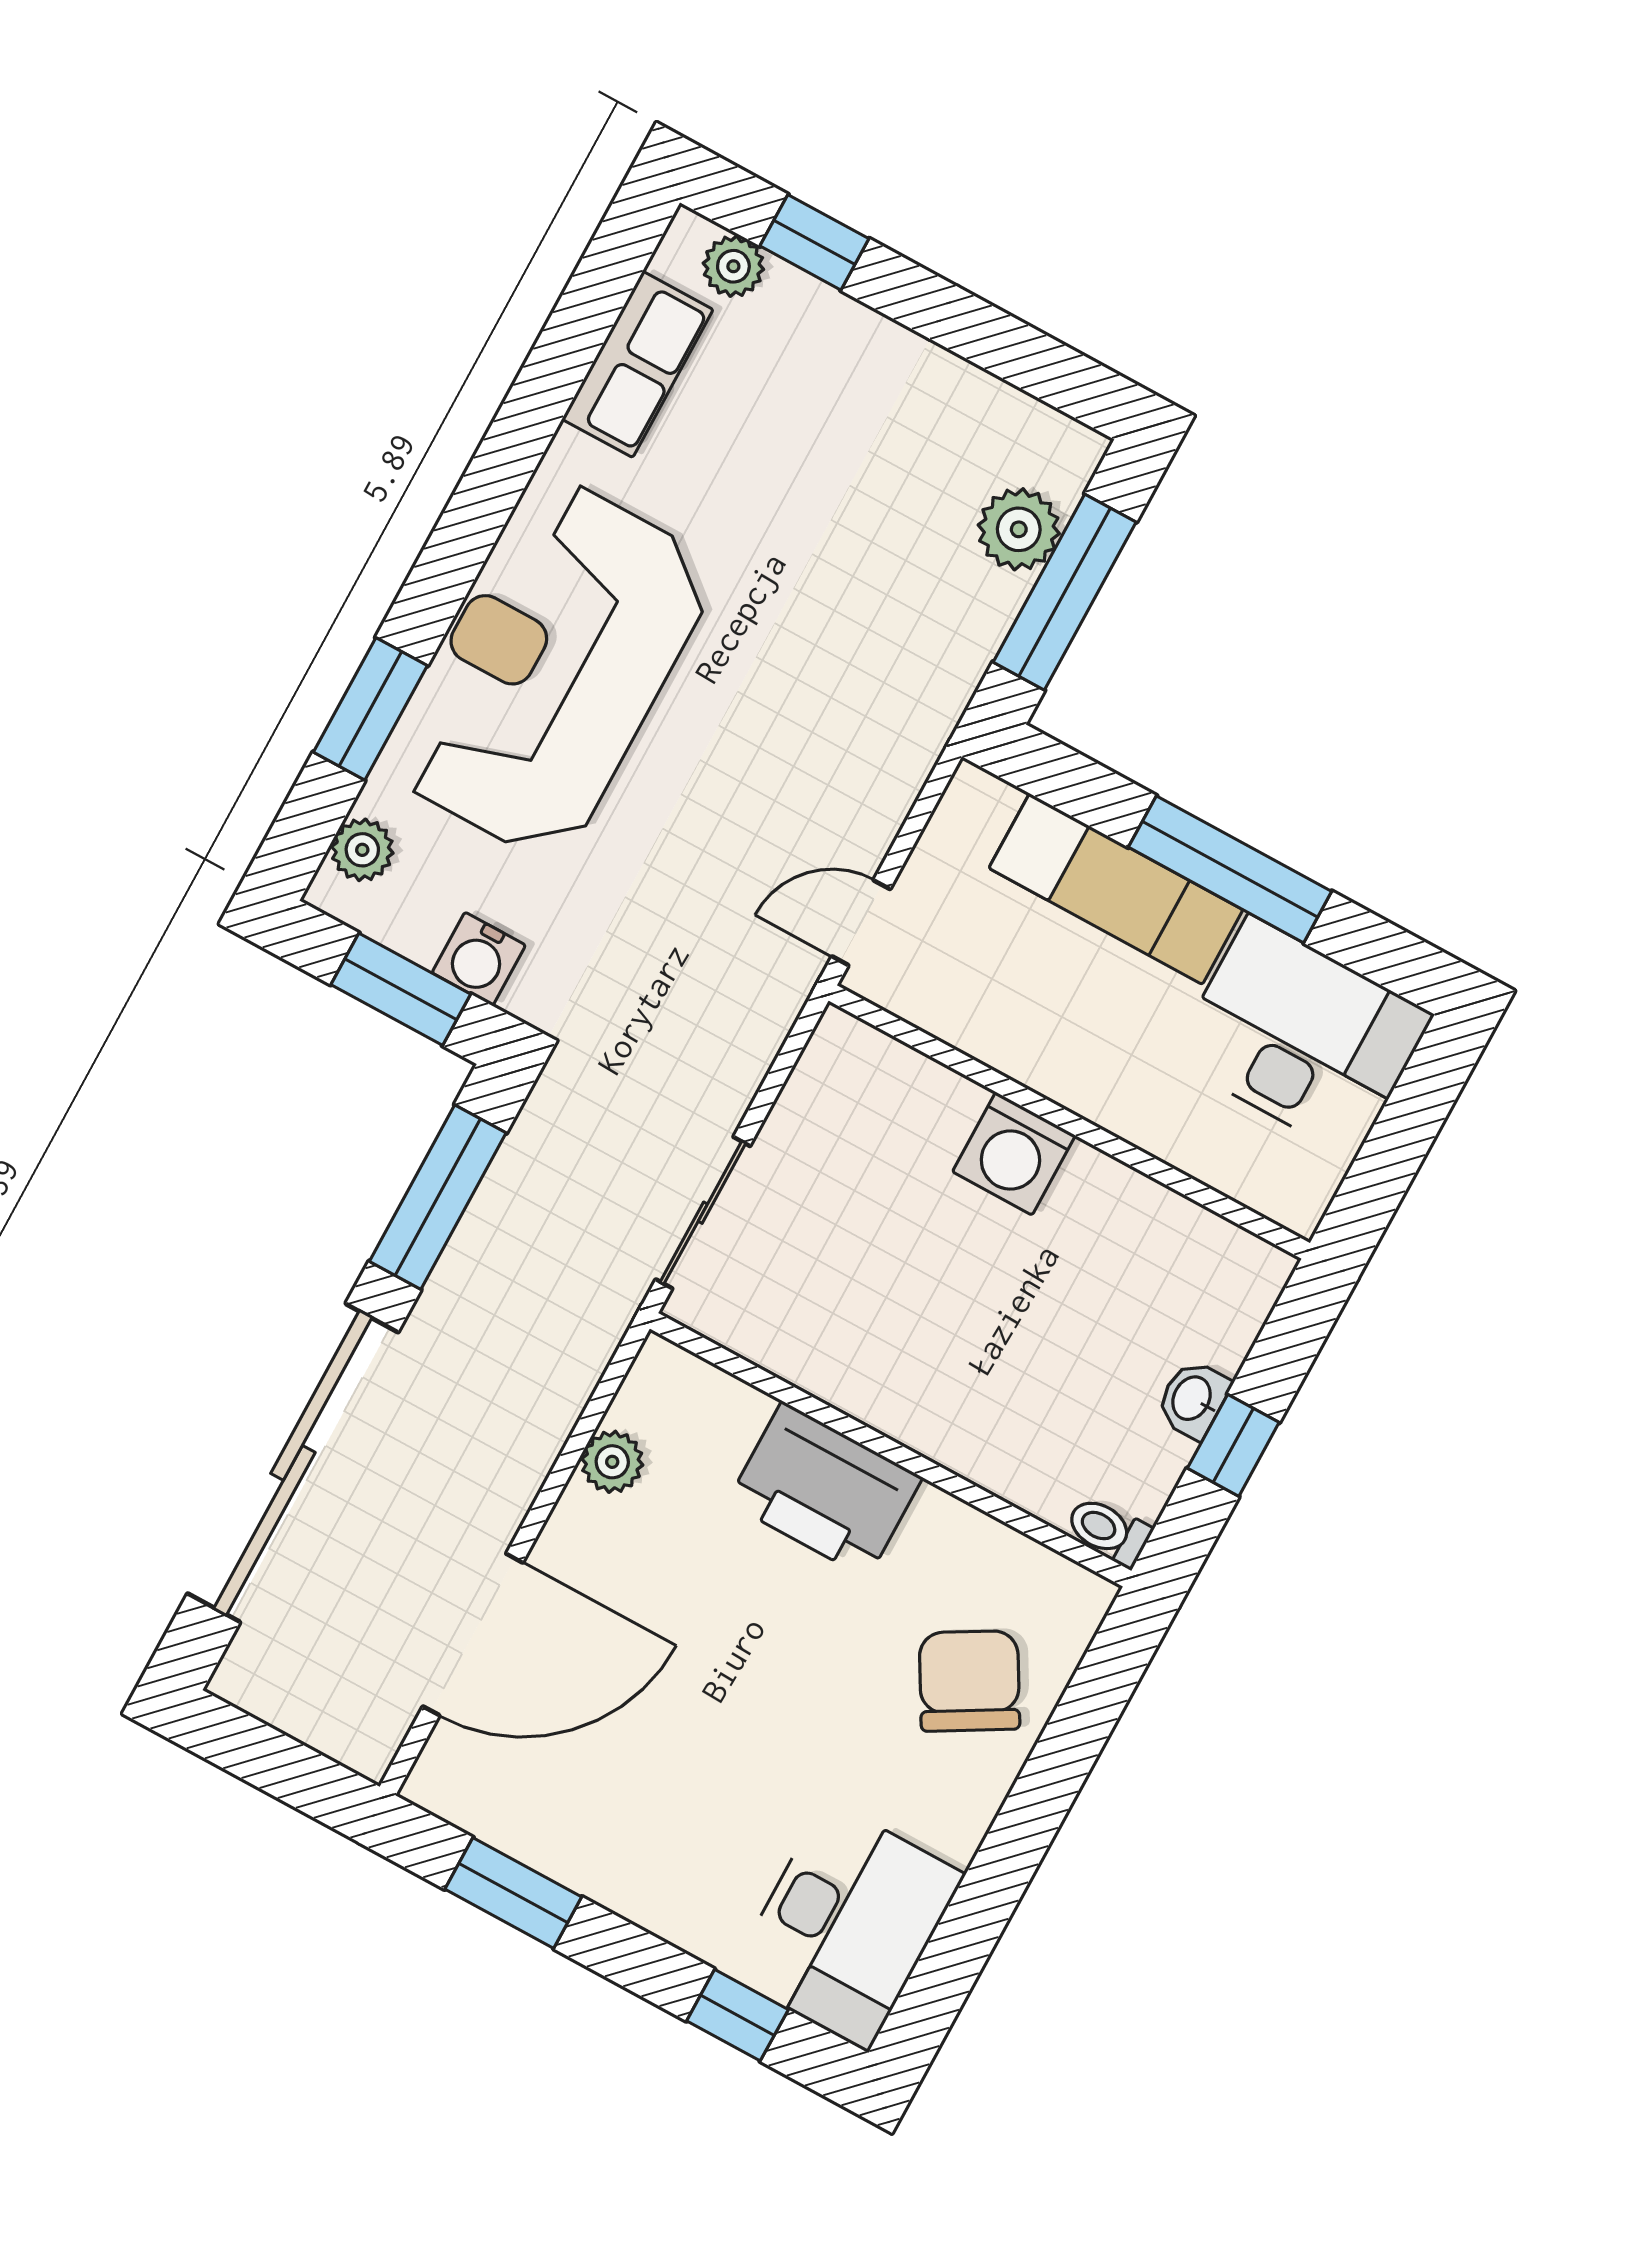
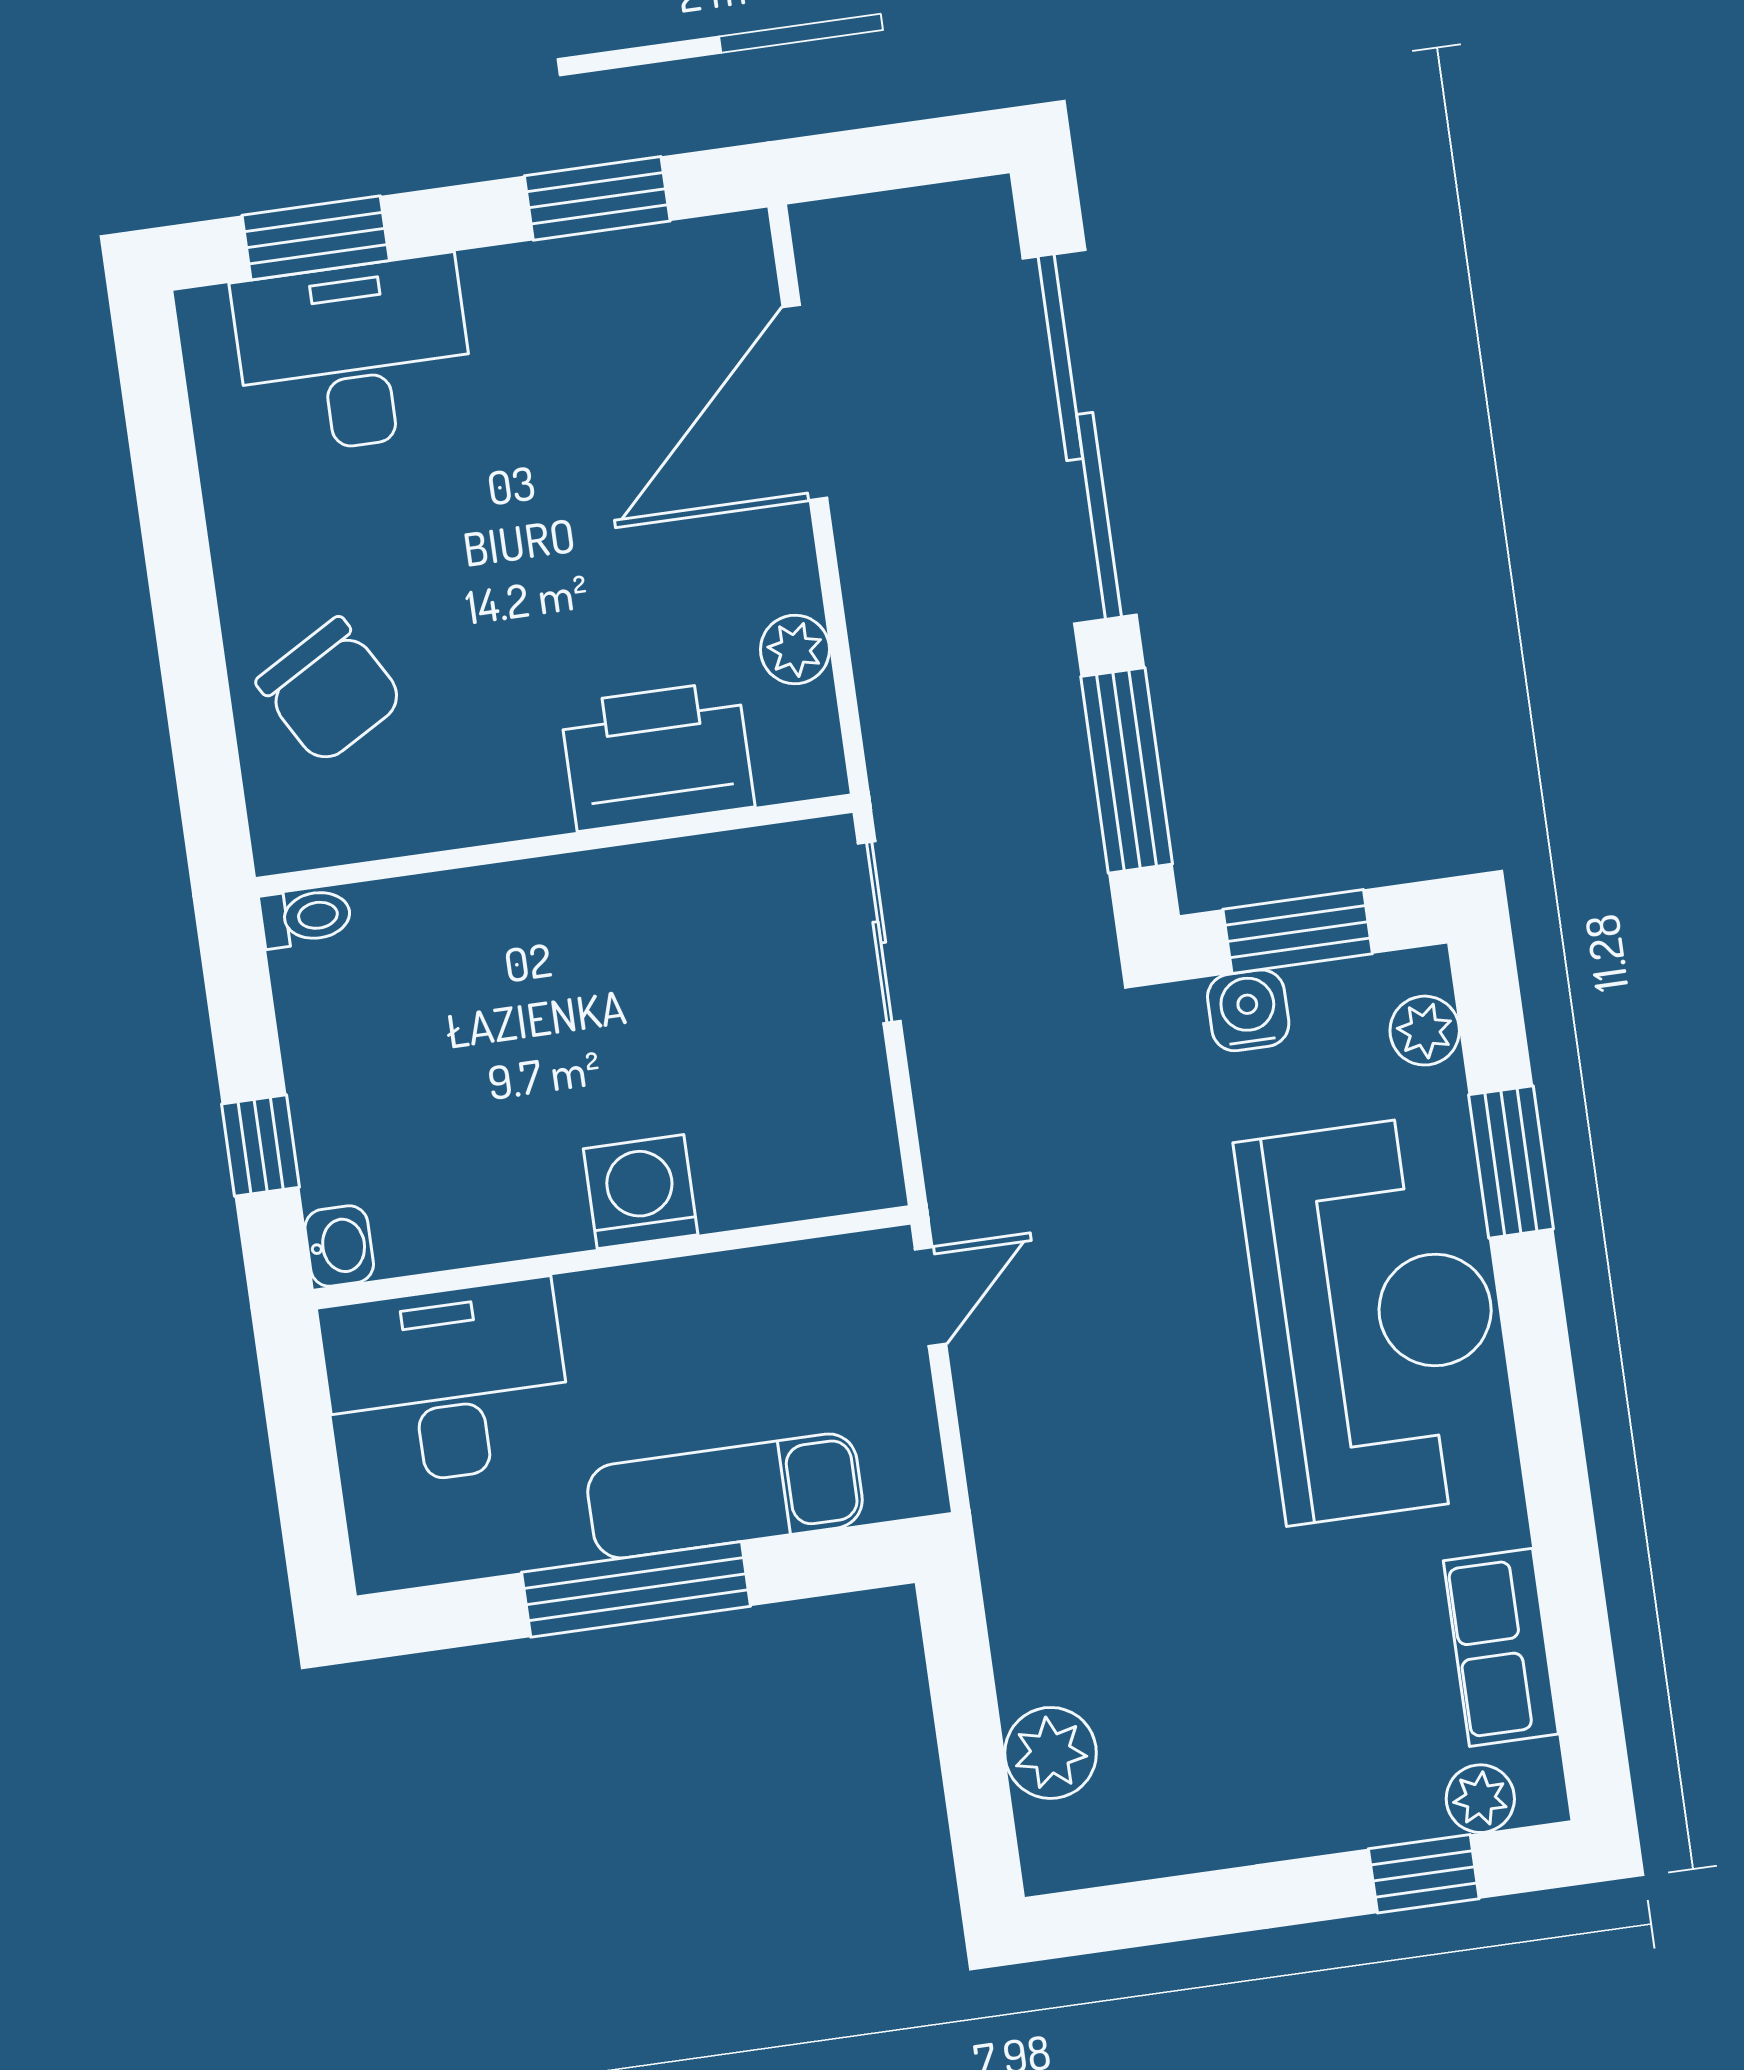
window: (1065, 592) -> (968, 1727), removed
desk: (1302, 1037) -> (446, 1384), moved, turned 180
washbasin: (1193, 1399) -> (339, 1246), moved
window: (1233, 1445) -> (260, 1146), moved
printer: (825, 1490) -> (657, 756), moved
desk: (847, 1925) -> (354, 356), moved, turned 90
window: (737, 2015) -> (316, 238), width x1.50

